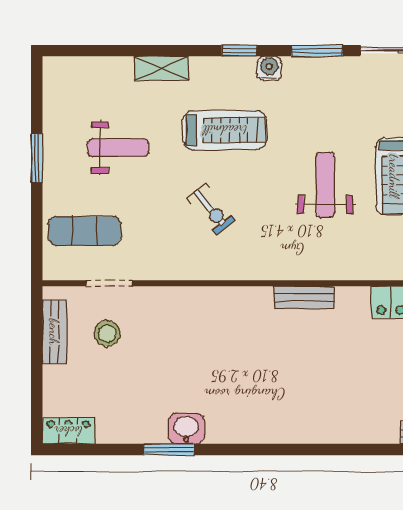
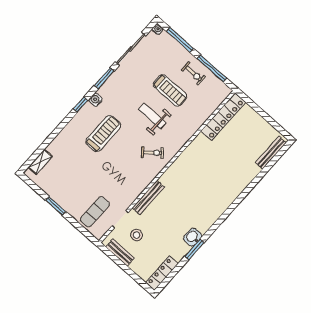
shelving: (161, 68) -> (40, 162), moved
weight bench: (118, 148) -> (77, 175), removed
exercise bike: (211, 209) -> (153, 153), moved
bench: (304, 298) -> (148, 198), moved, width x1.36
locker: (68, 431) -> (162, 273), width x1.53

